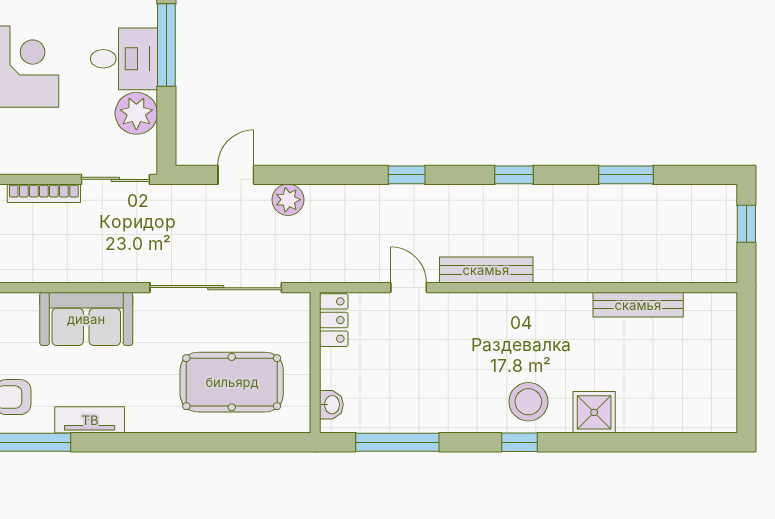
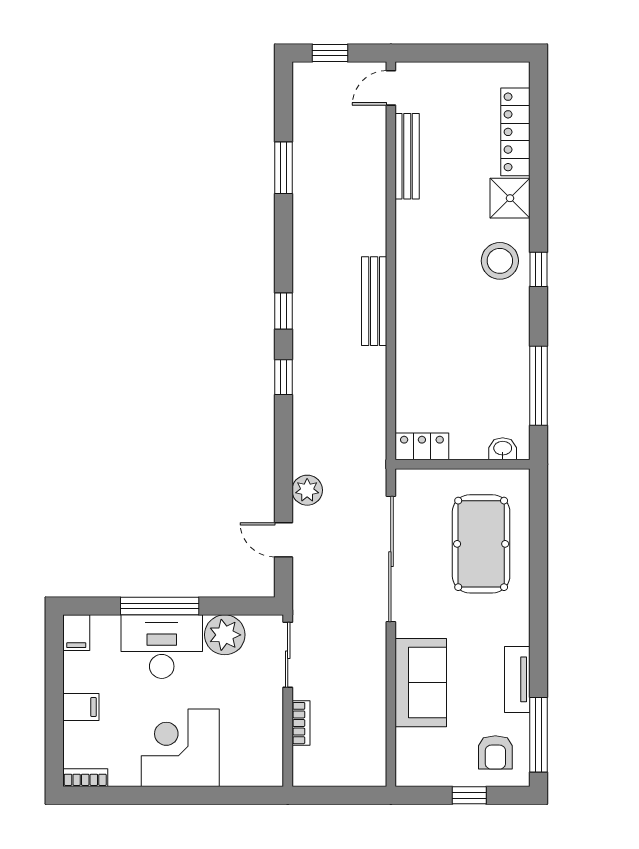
desk: (124, 59) -> (162, 647), width x1.37
window: (514, 175) -> (283, 311), moved
bookcase: (44, 193) -> (301, 723), width x0.64
door: (409, 288) -> (391, 88), moved
locker: (664, 418) -> (515, 132), added

